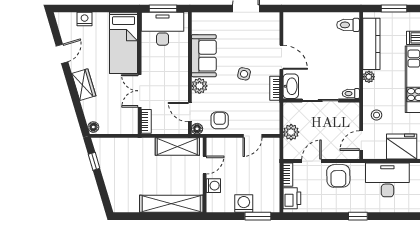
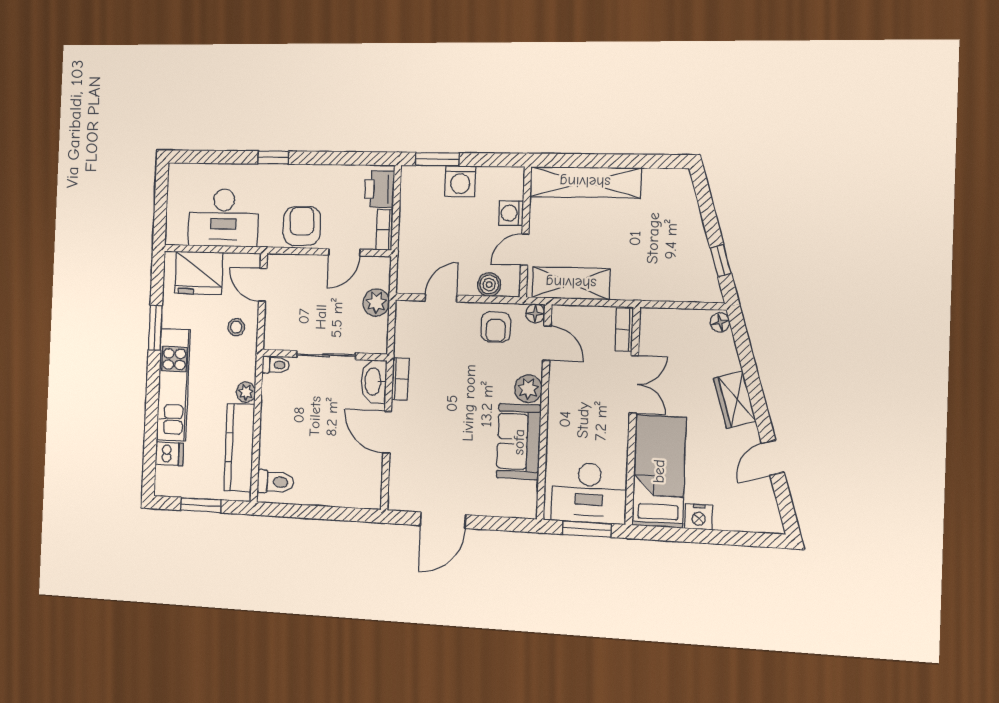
nightstand: (85, 19) -> (699, 517), moved
side table: (244, 74) -> (451, 406), removed
door: (361, 141) -> (263, 285), swing flipped
boiler: (224, 144) -> (489, 285), added

